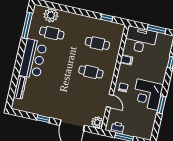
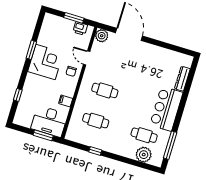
window: (107, 18) -> (95, 151), moved
window: (156, 29) -> (43, 135), moved
window: (43, 119) -> (160, 44), removed

